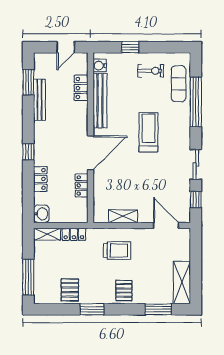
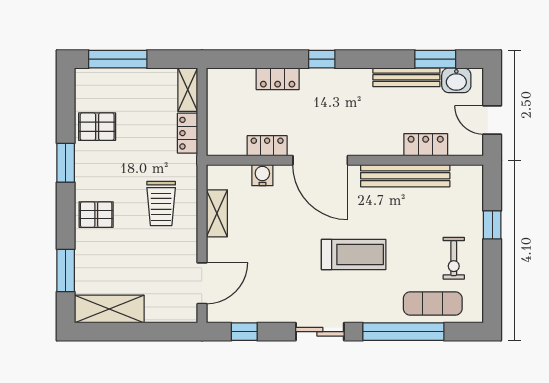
water cooler: (100, 66) -> (262, 175), moved
sliding door: (196, 164) -> (320, 332), moved
washbasin: (41, 214) -> (456, 80), moved

